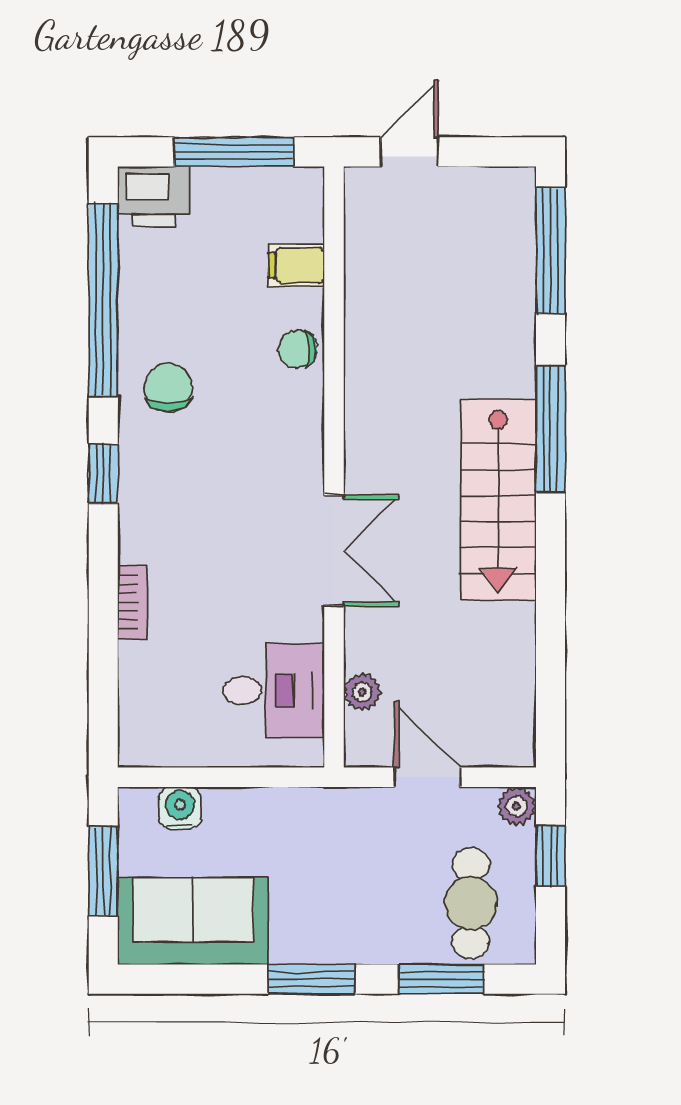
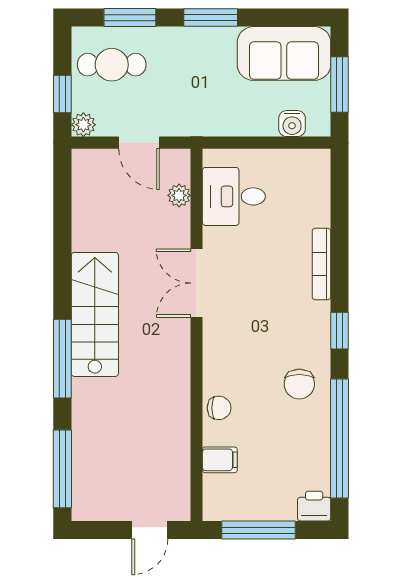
printer: (154, 196) -> (314, 506), width x0.73, depth x0.81
bookcase: (132, 602) -> (321, 264), width x1.56
cafe table: (471, 903) -> (112, 65), turned 90

